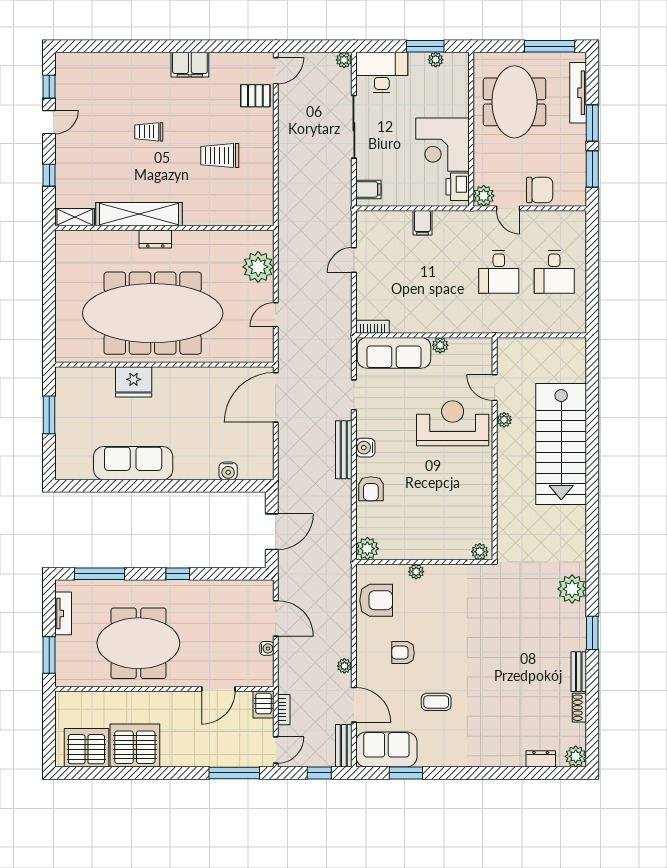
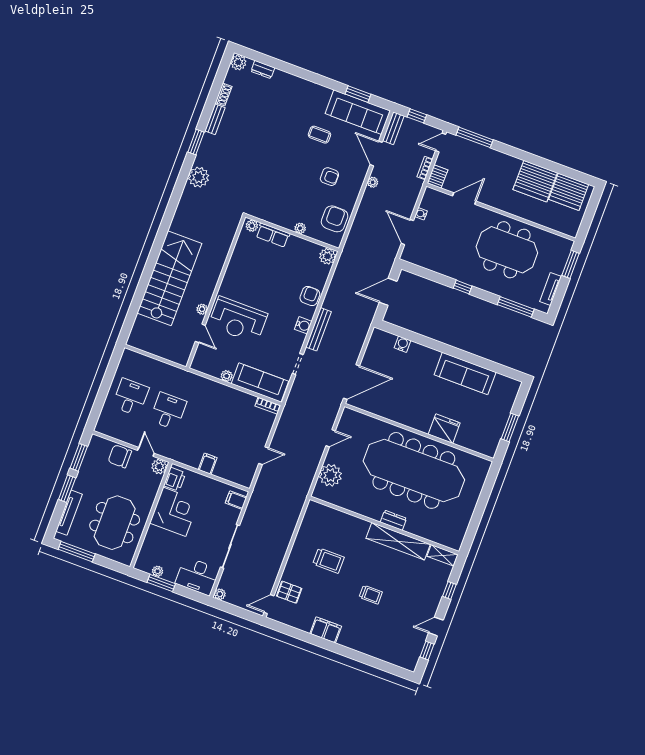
row of seats: (448, 550) -> (273, 235), added
armchair: (376, 600) -> (335, 219), turned 90
sofa: (386, 749) -> (358, 112), width x1.36

